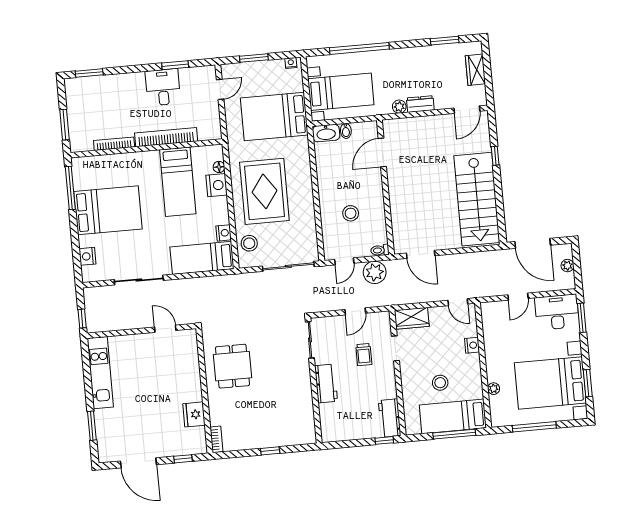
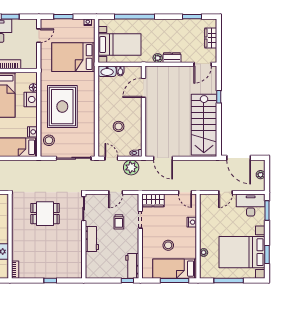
door: (344, 261) -> (111, 158), swing flipped
dining table: (232, 366) -> (45, 214), moved, turned 90

